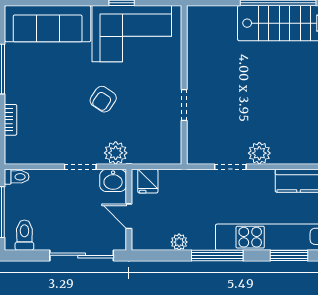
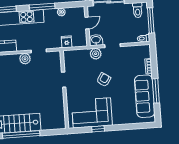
sofa: (48, 24) -> (145, 96), moved, turned -90
fridge: (148, 181) -> (67, 42), moved
door: (129, 216) -> (87, 23), hinge flipped

